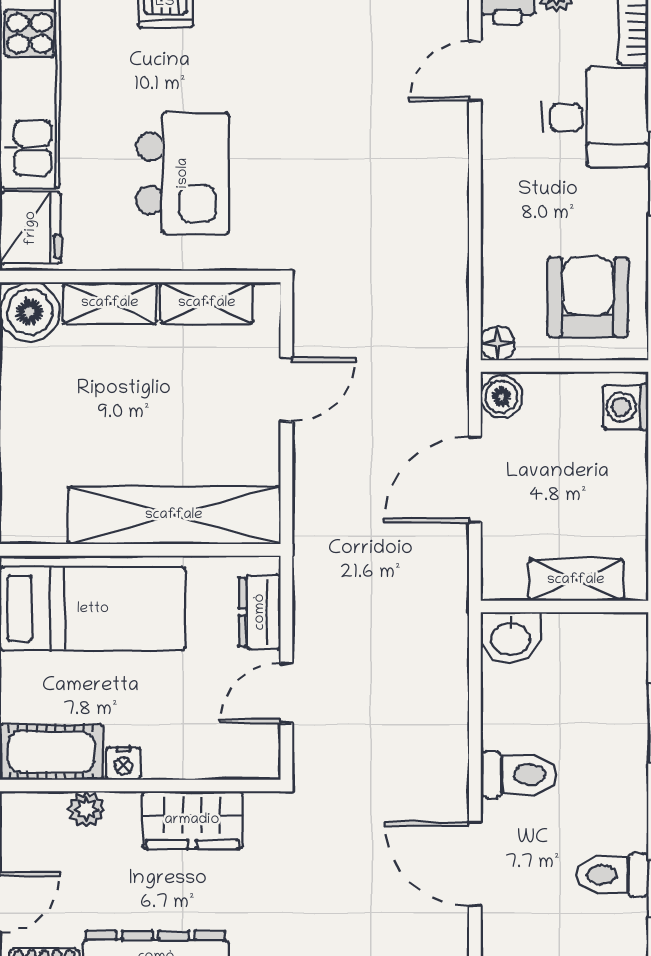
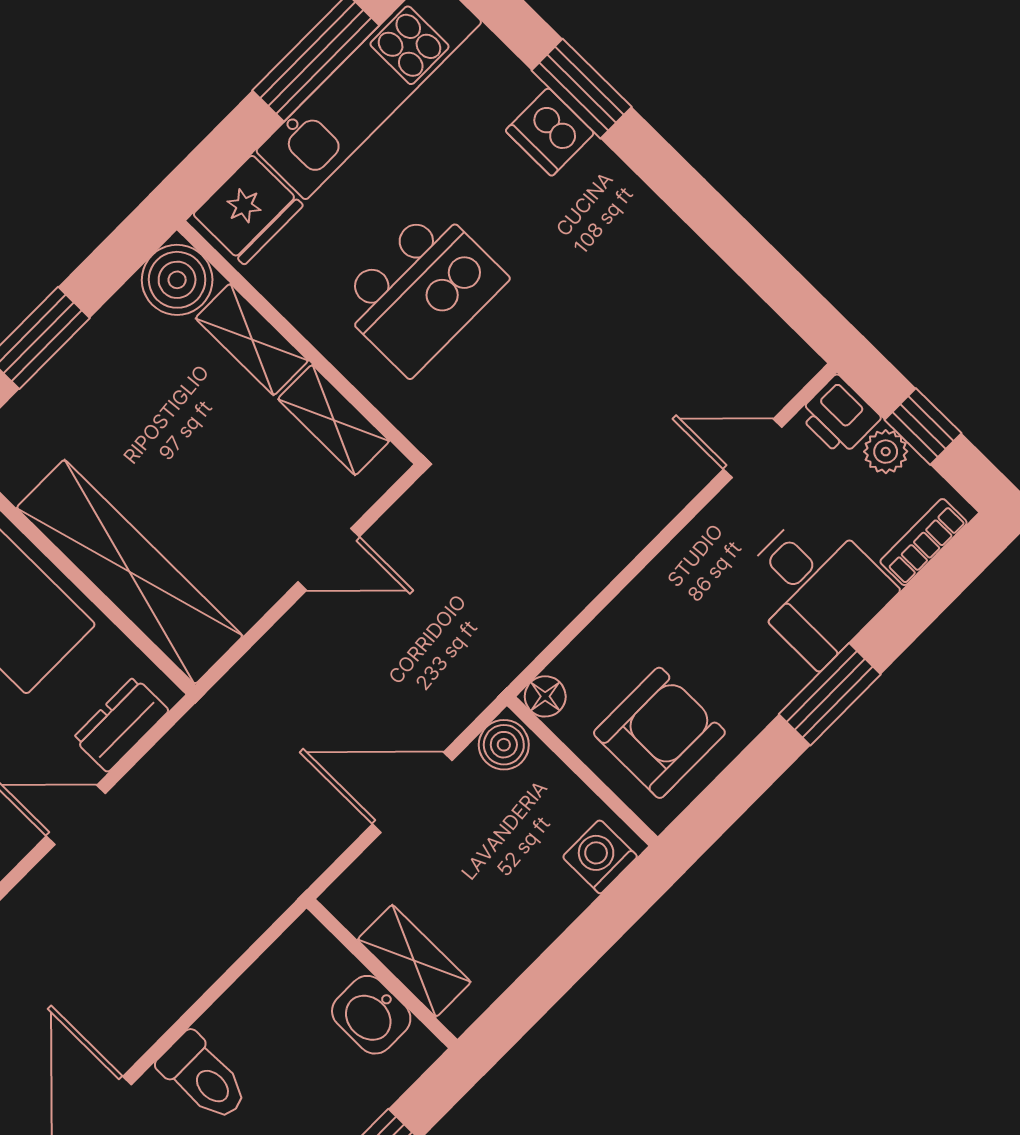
washbasin: (511, 638) -> (371, 1015), moved

